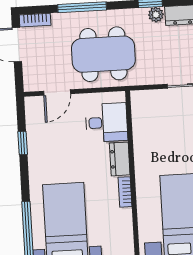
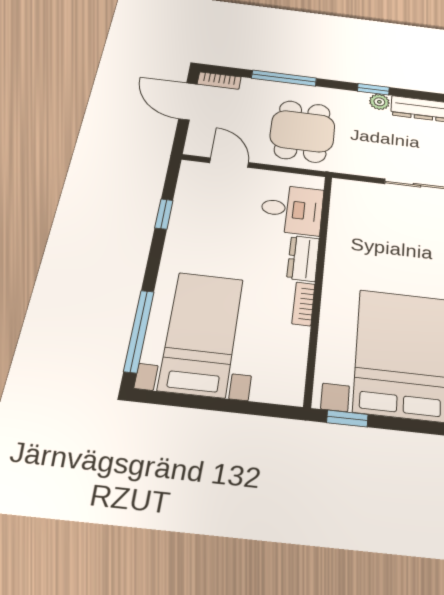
dining table: (103, 54) -> (302, 131), width x0.73
door: (57, 93) -> (229, 163), swing flipped

